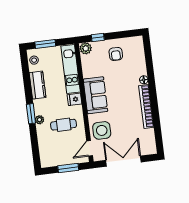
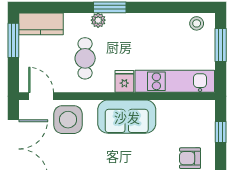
plant: (86, 48) -> (205, 110), removed
kitchen counter: (37, 85) -> (41, 24), moved
window: (68, 168) -> (13, 40), moved

